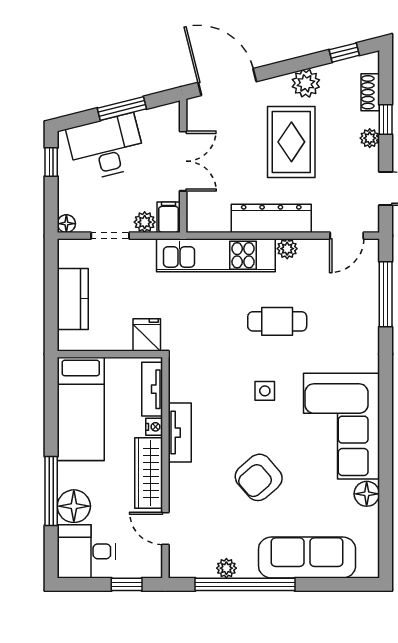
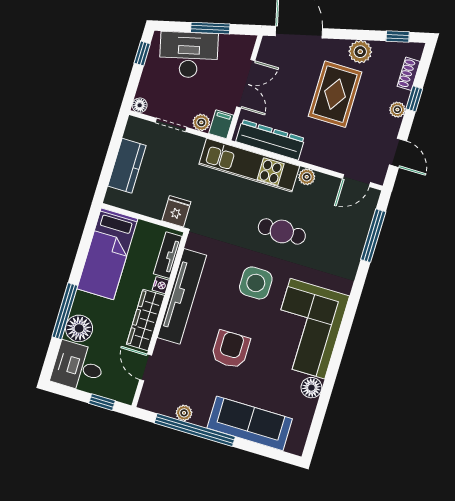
dresser: (271, 218) -> (270, 140), moved
side table: (265, 391) -> (256, 283), width x1.87, depth x1.87
tv unit: (180, 433) -> (182, 296), width x1.92, depth x1.29
armchair: (259, 477) -> (231, 349), turned 131

